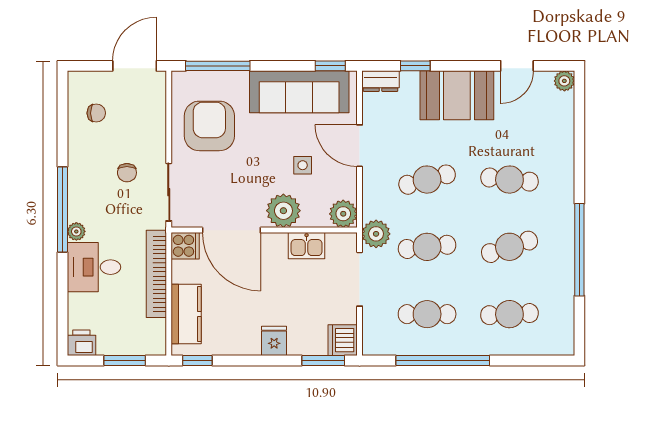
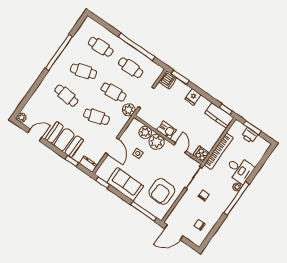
sofa: (299, 92) -> (125, 184), width x0.73
plant: (343, 214) -> (145, 132), moved
door: (231, 230) -> (180, 148), width x0.53
kitchen sink: (307, 246) -> (167, 130), moved
kitchen counter: (186, 314) -> (219, 116), moved, turned -90
printer: (81, 343) -> (250, 135), moved

